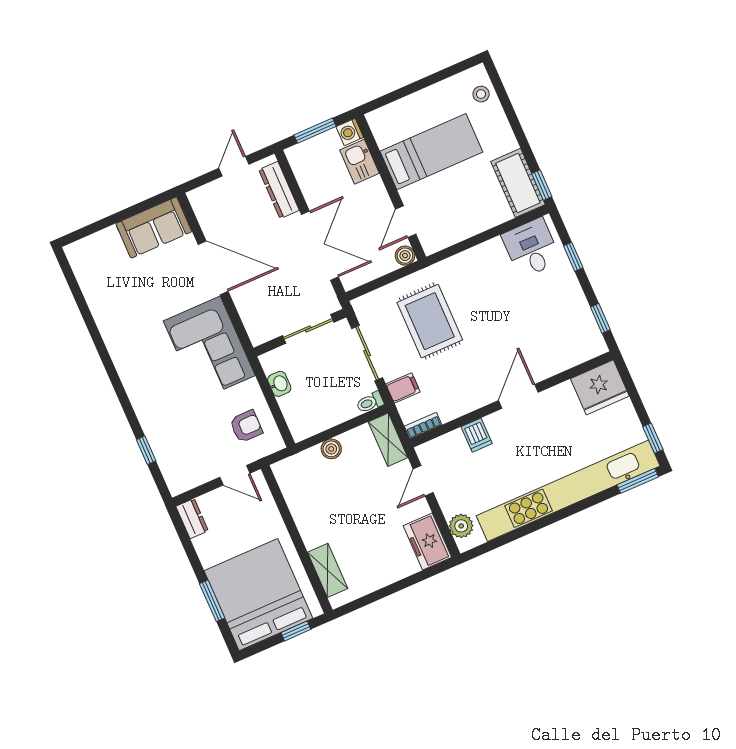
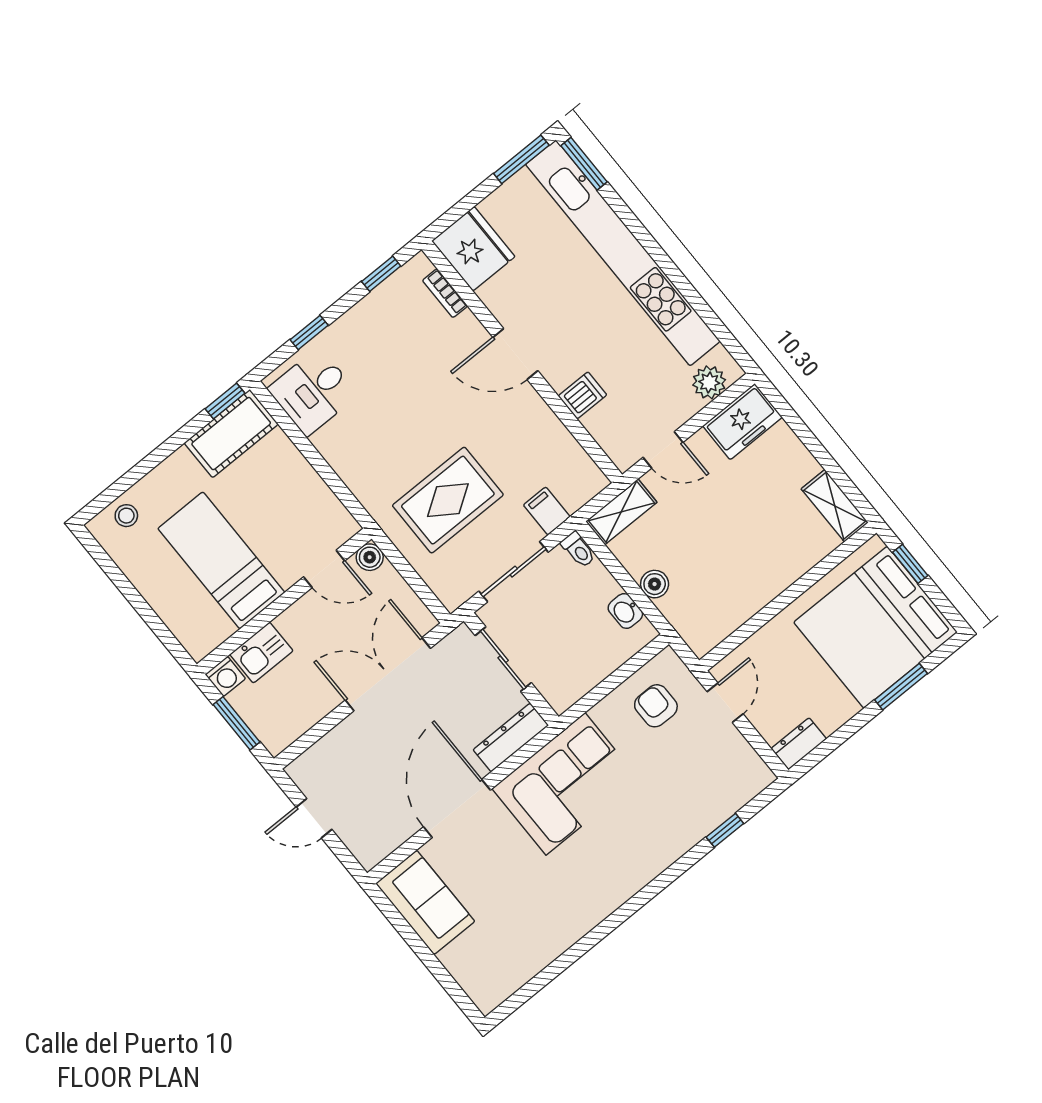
dresser: (279, 190) -> (511, 737), moved, turned 180
washbasin: (279, 384) -> (625, 611), moved, turned -90
bookcase: (423, 425) -> (445, 293), moved
window: (653, 438) -> (521, 159), width x1.50
shelving: (328, 570) -> (835, 506), moved, turned 90

